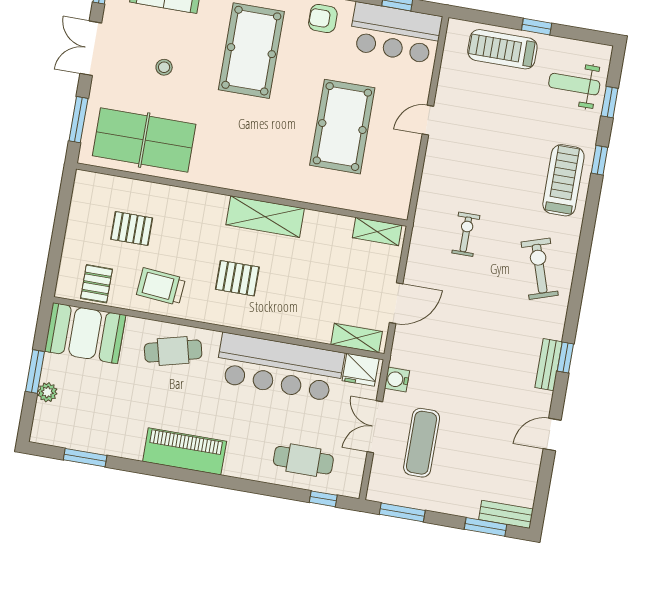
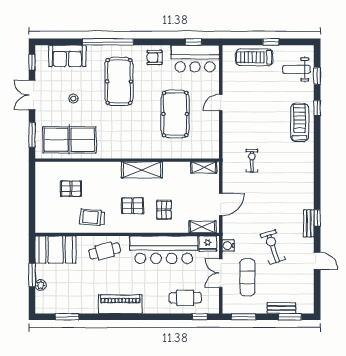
exercise bike: (540, 269) -> (273, 247), moved
pallet: (96, 284) -> (164, 210), moved
door: (552, 435) -> (317, 261), swing flipped
bench: (506, 514) -> (281, 308), moved

